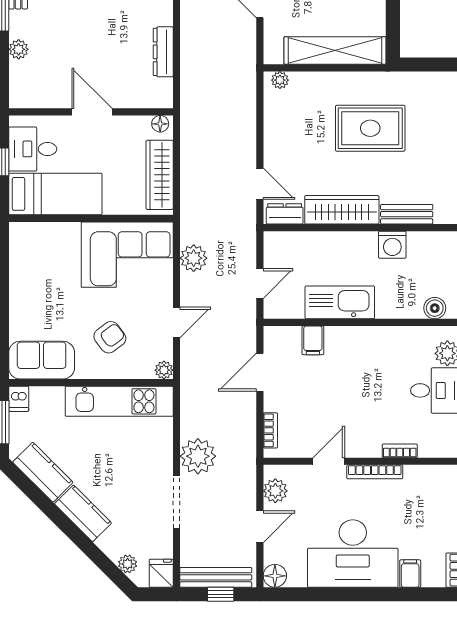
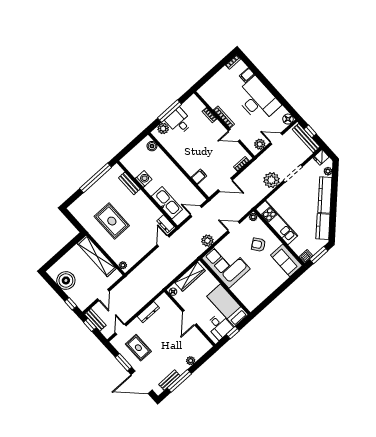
wardrobe: (342, 210) -> (147, 206), removed
kitchen sink: (340, 302) -> (167, 203), moved, turned 180
kitchen counter: (83, 513) -> (325, 195), width x1.50

